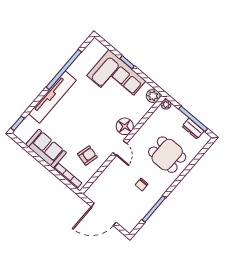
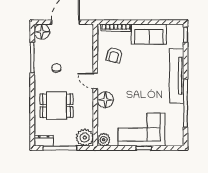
plant: (166, 104) -> (85, 138), width x1.88, depth x1.88
dresser: (193, 129) -> (44, 141), moved
floor lamp: (129, 223) -> (42, 32), added

